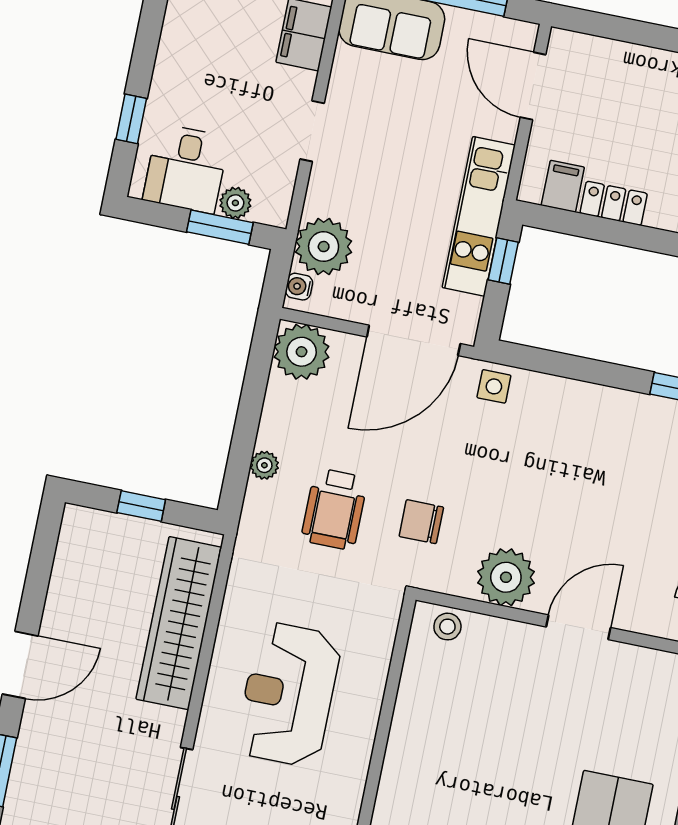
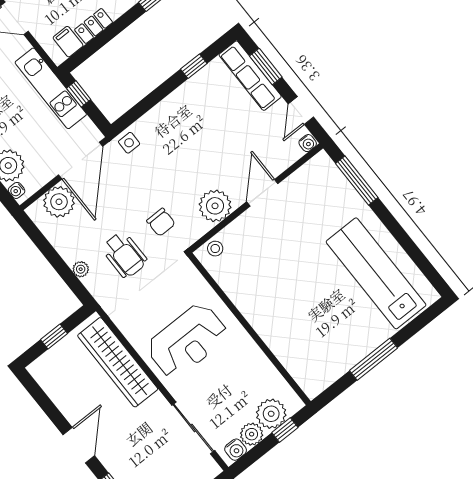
plant: (302, 352) -> (59, 202), moved
chair: (421, 522) -> (161, 222), turned -90
reception desk: (288, 694) -> (187, 341), turned -90

